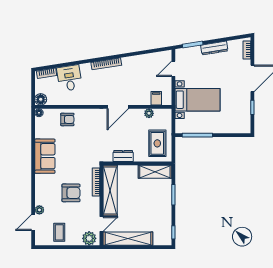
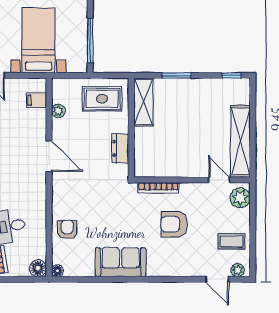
shelving: (110, 191) -> (171, 167), removed
armchair: (71, 193) -> (174, 224), turned -90
plant: (39, 210) -> (238, 270), moved

